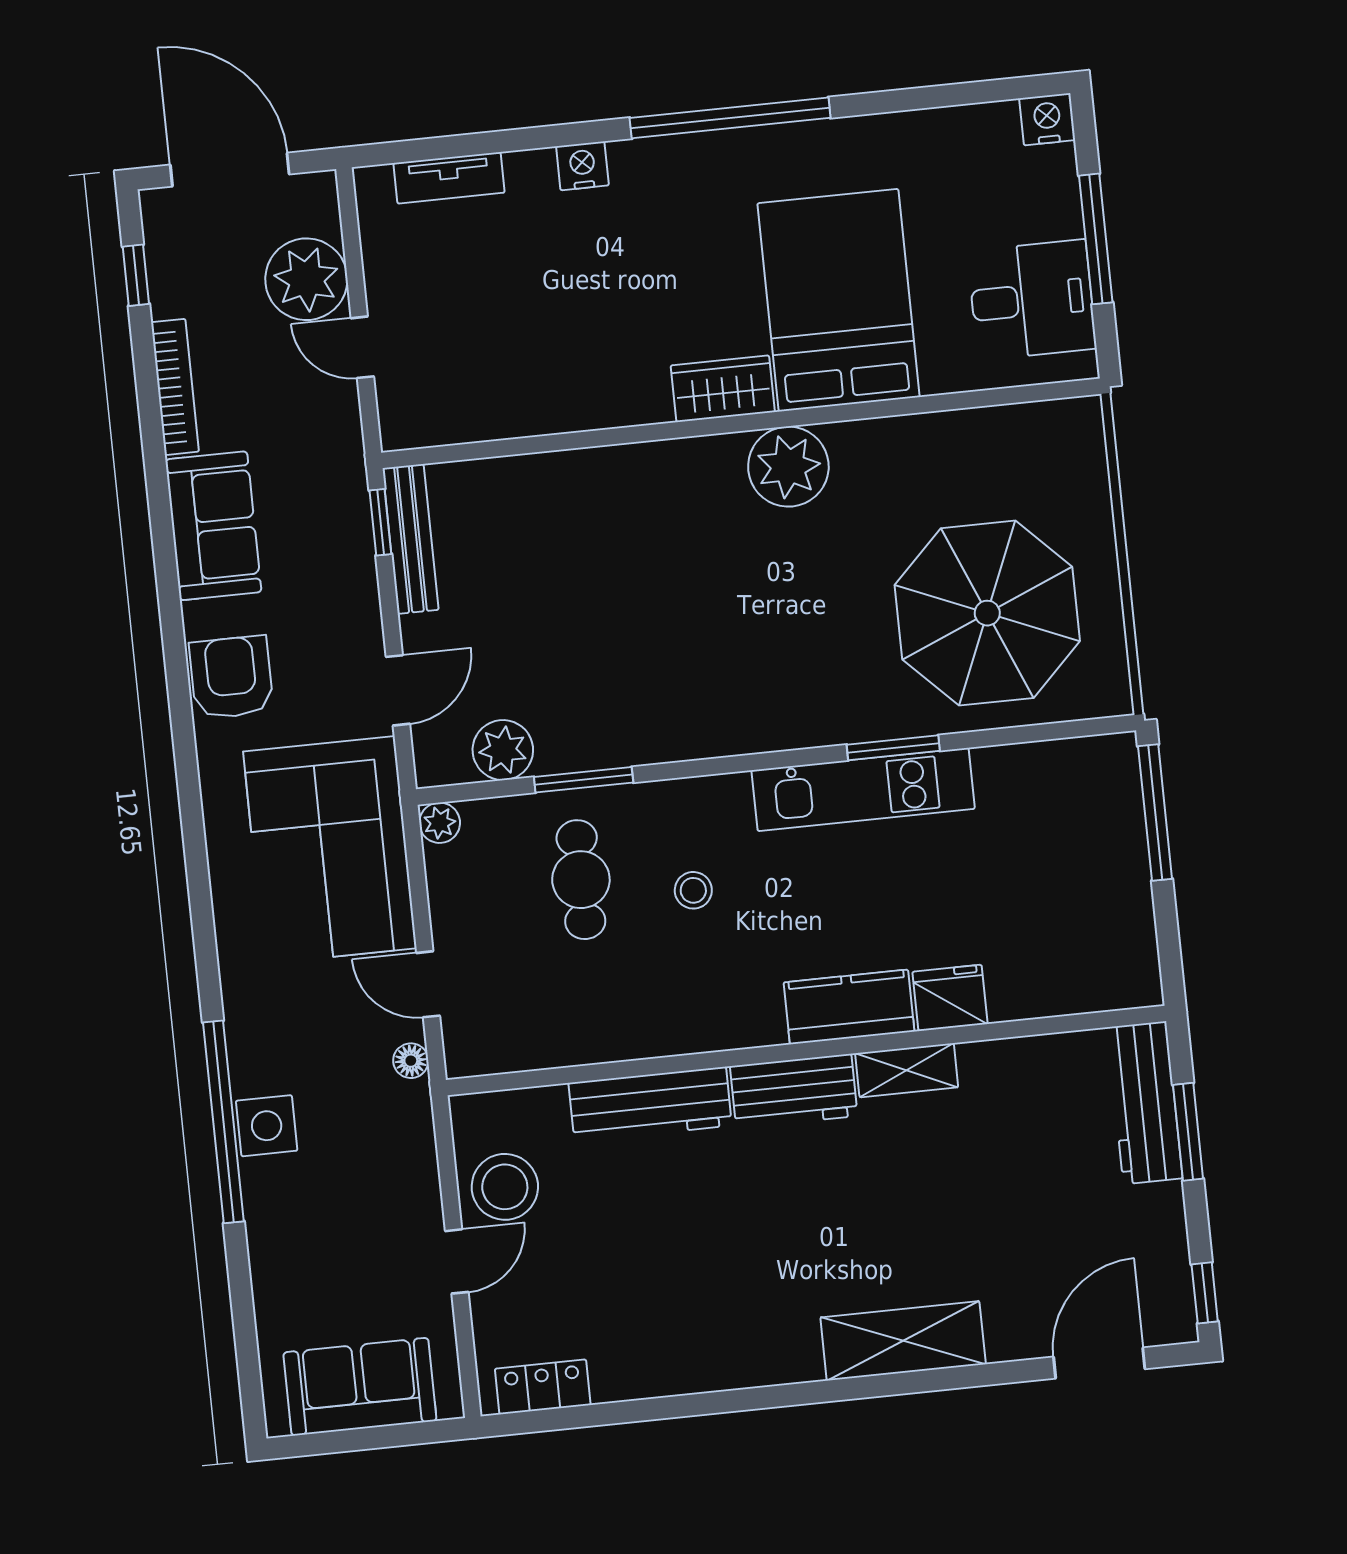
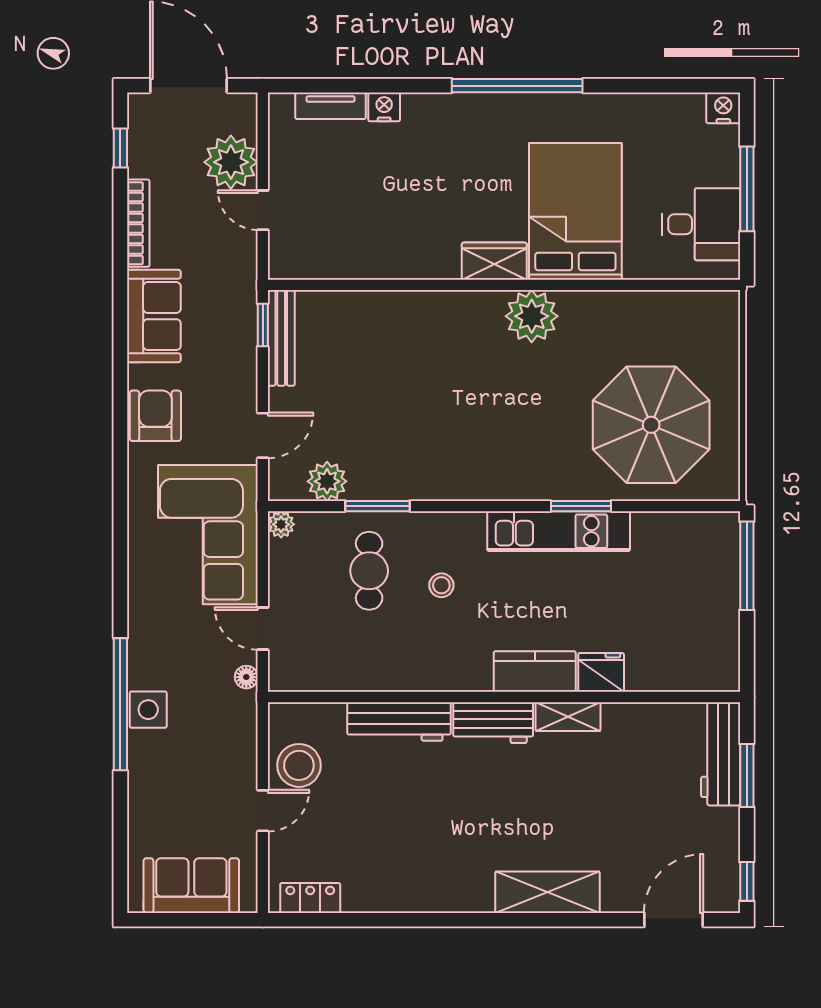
nightstand: (582, 166) -> (384, 107), moved

